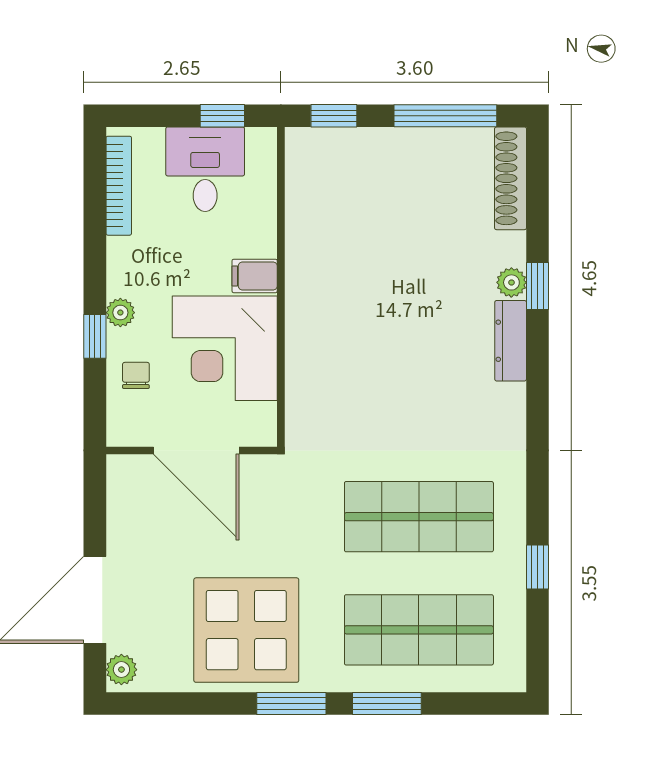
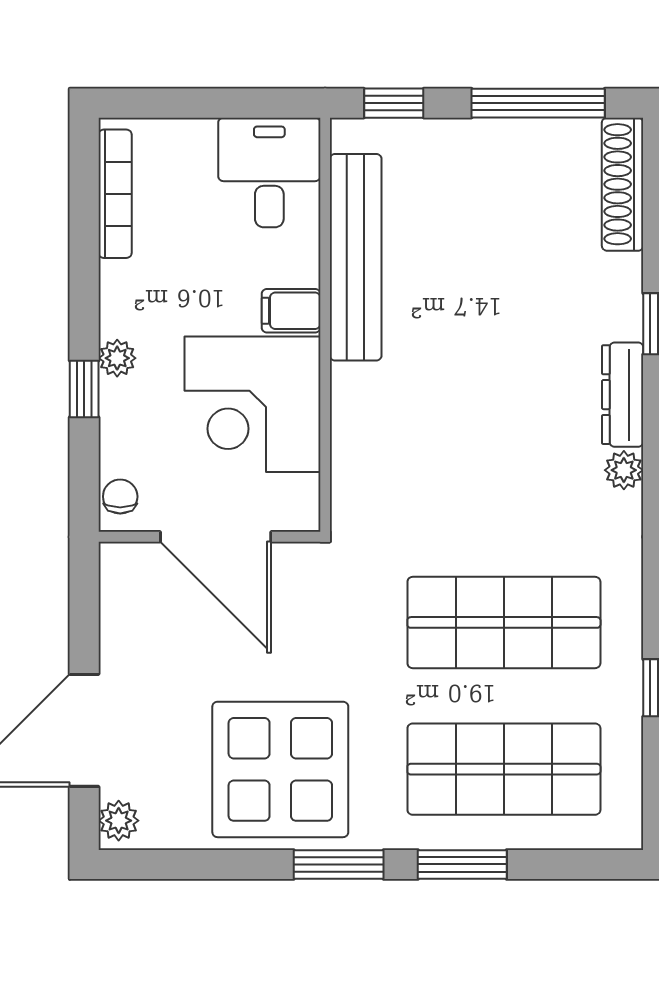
window: (222, 116) -> (249, 103), removed
desk: (205, 169) -> (269, 172), moved
bench: (304, 235) -> (356, 257), added
plant: (511, 282) -> (624, 470), moved
chair: (136, 375) -> (120, 497), moved

